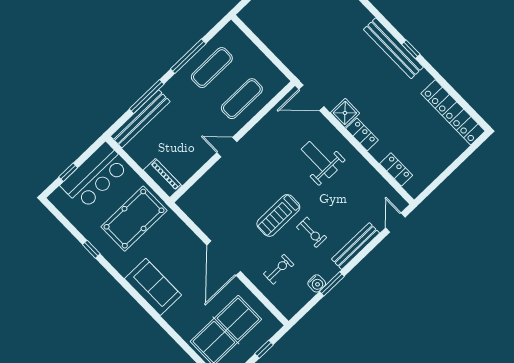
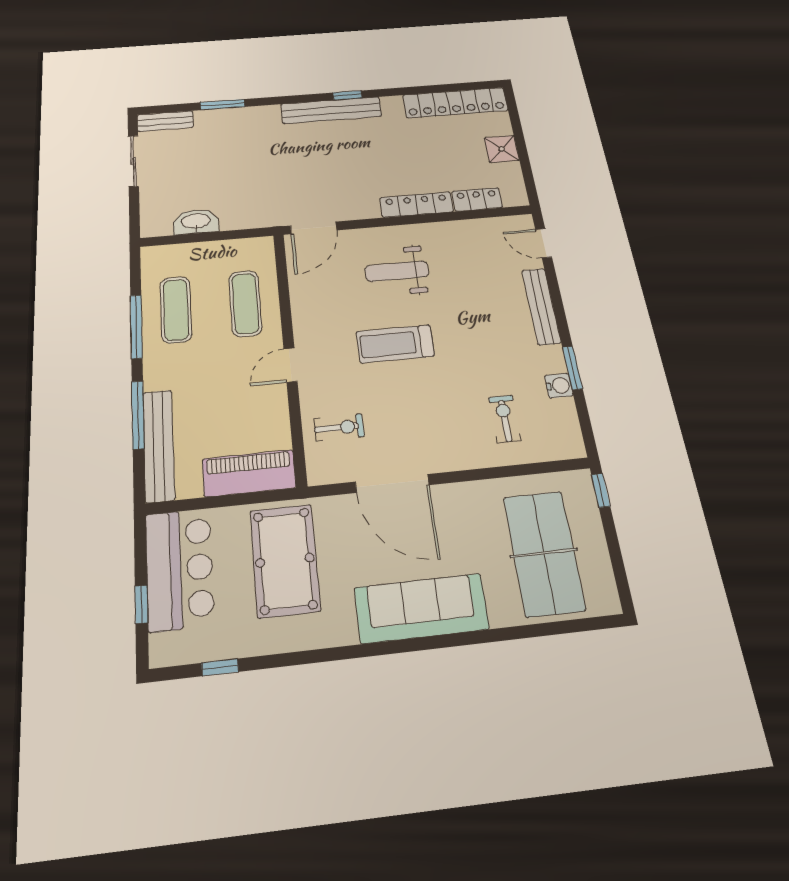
washbasin: (267, 35) -> (196, 222), added
shower: (345, 113) -> (502, 149), moved
locker: (362, 134) -> (417, 205), width x1.53
piano: (163, 178) -> (249, 473), width x1.37, depth x1.33
treadmill: (278, 215) -> (395, 344), moved, turned 90
exercise bike: (312, 232) -> (339, 428), moved
window: (91, 249) -> (220, 667), moved
door: (224, 258) -> (392, 483), moved
sofa: (153, 287) -> (421, 608), width x1.36
window: (264, 349) -> (601, 490), moved

